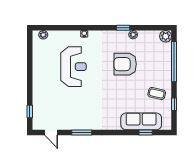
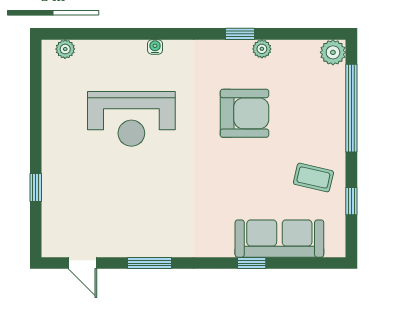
armchair: (125, 64) -> (244, 113), turned 180
reception desk: (73, 67) -> (131, 119), turned 90
window: (30, 111) -> (36, 187), moved
window: (146, 133) -> (252, 263), moved

